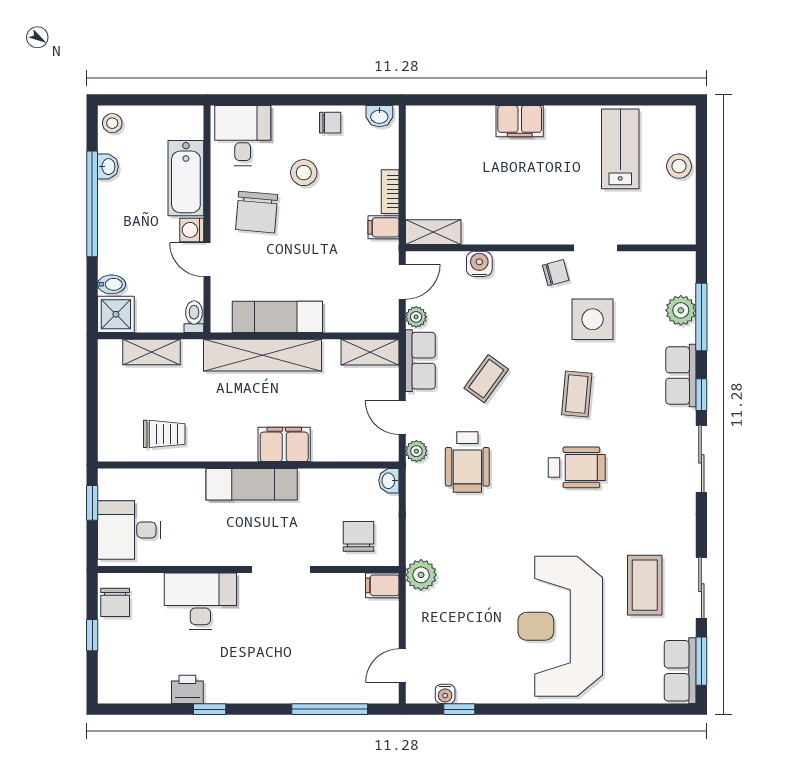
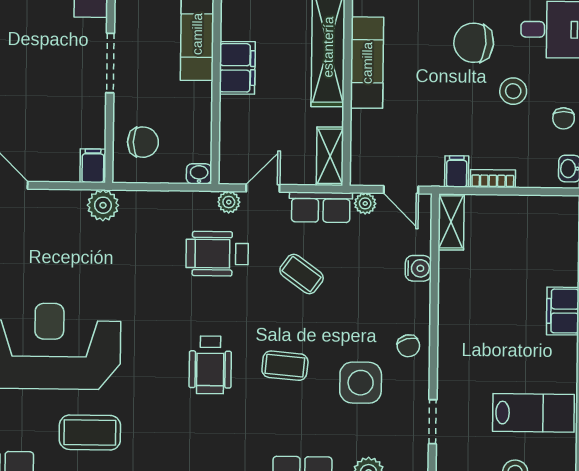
doorway: (596, 248) -> (433, 422), moved

